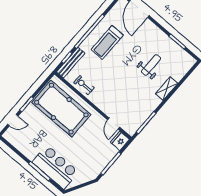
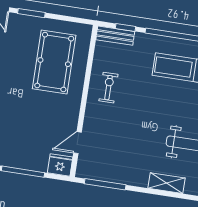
bench: (71, 63) -> (115, 36), width x0.73
exercise bike: (84, 85) -> (108, 88), moved
pool table: (61, 109) -> (54, 62), width x0.73, depth x0.76

